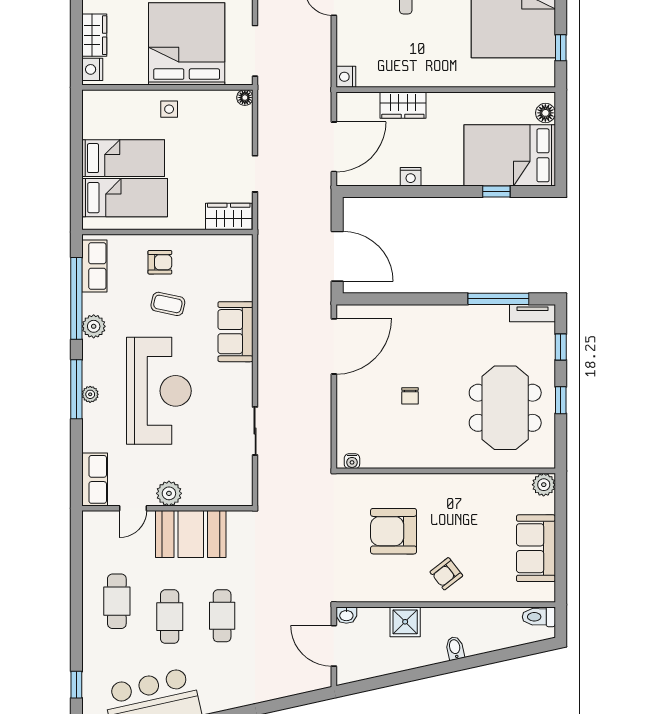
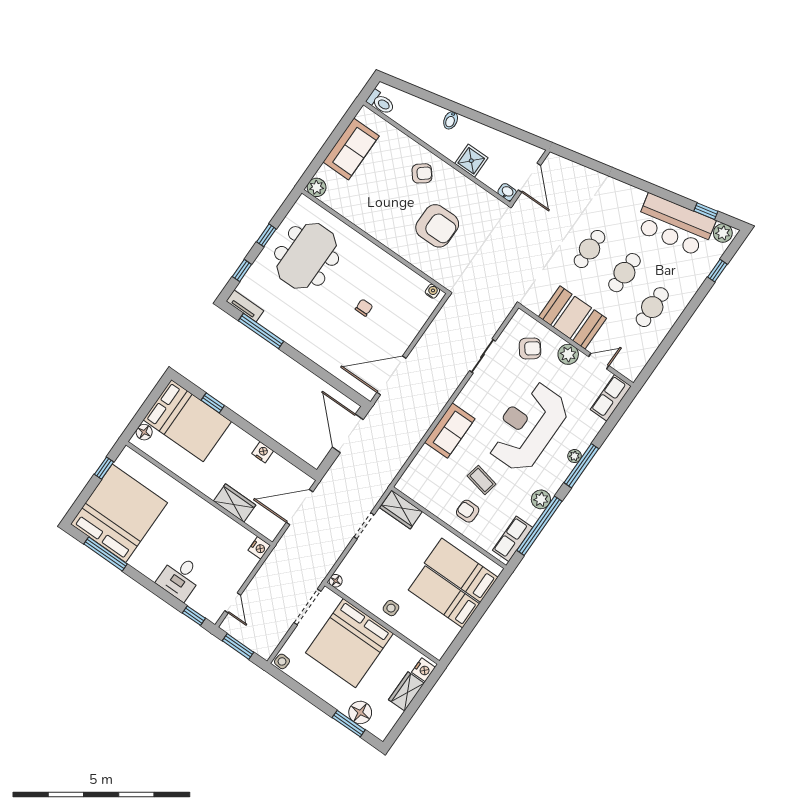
armchair: (212, 472) -> (530, 348), added

